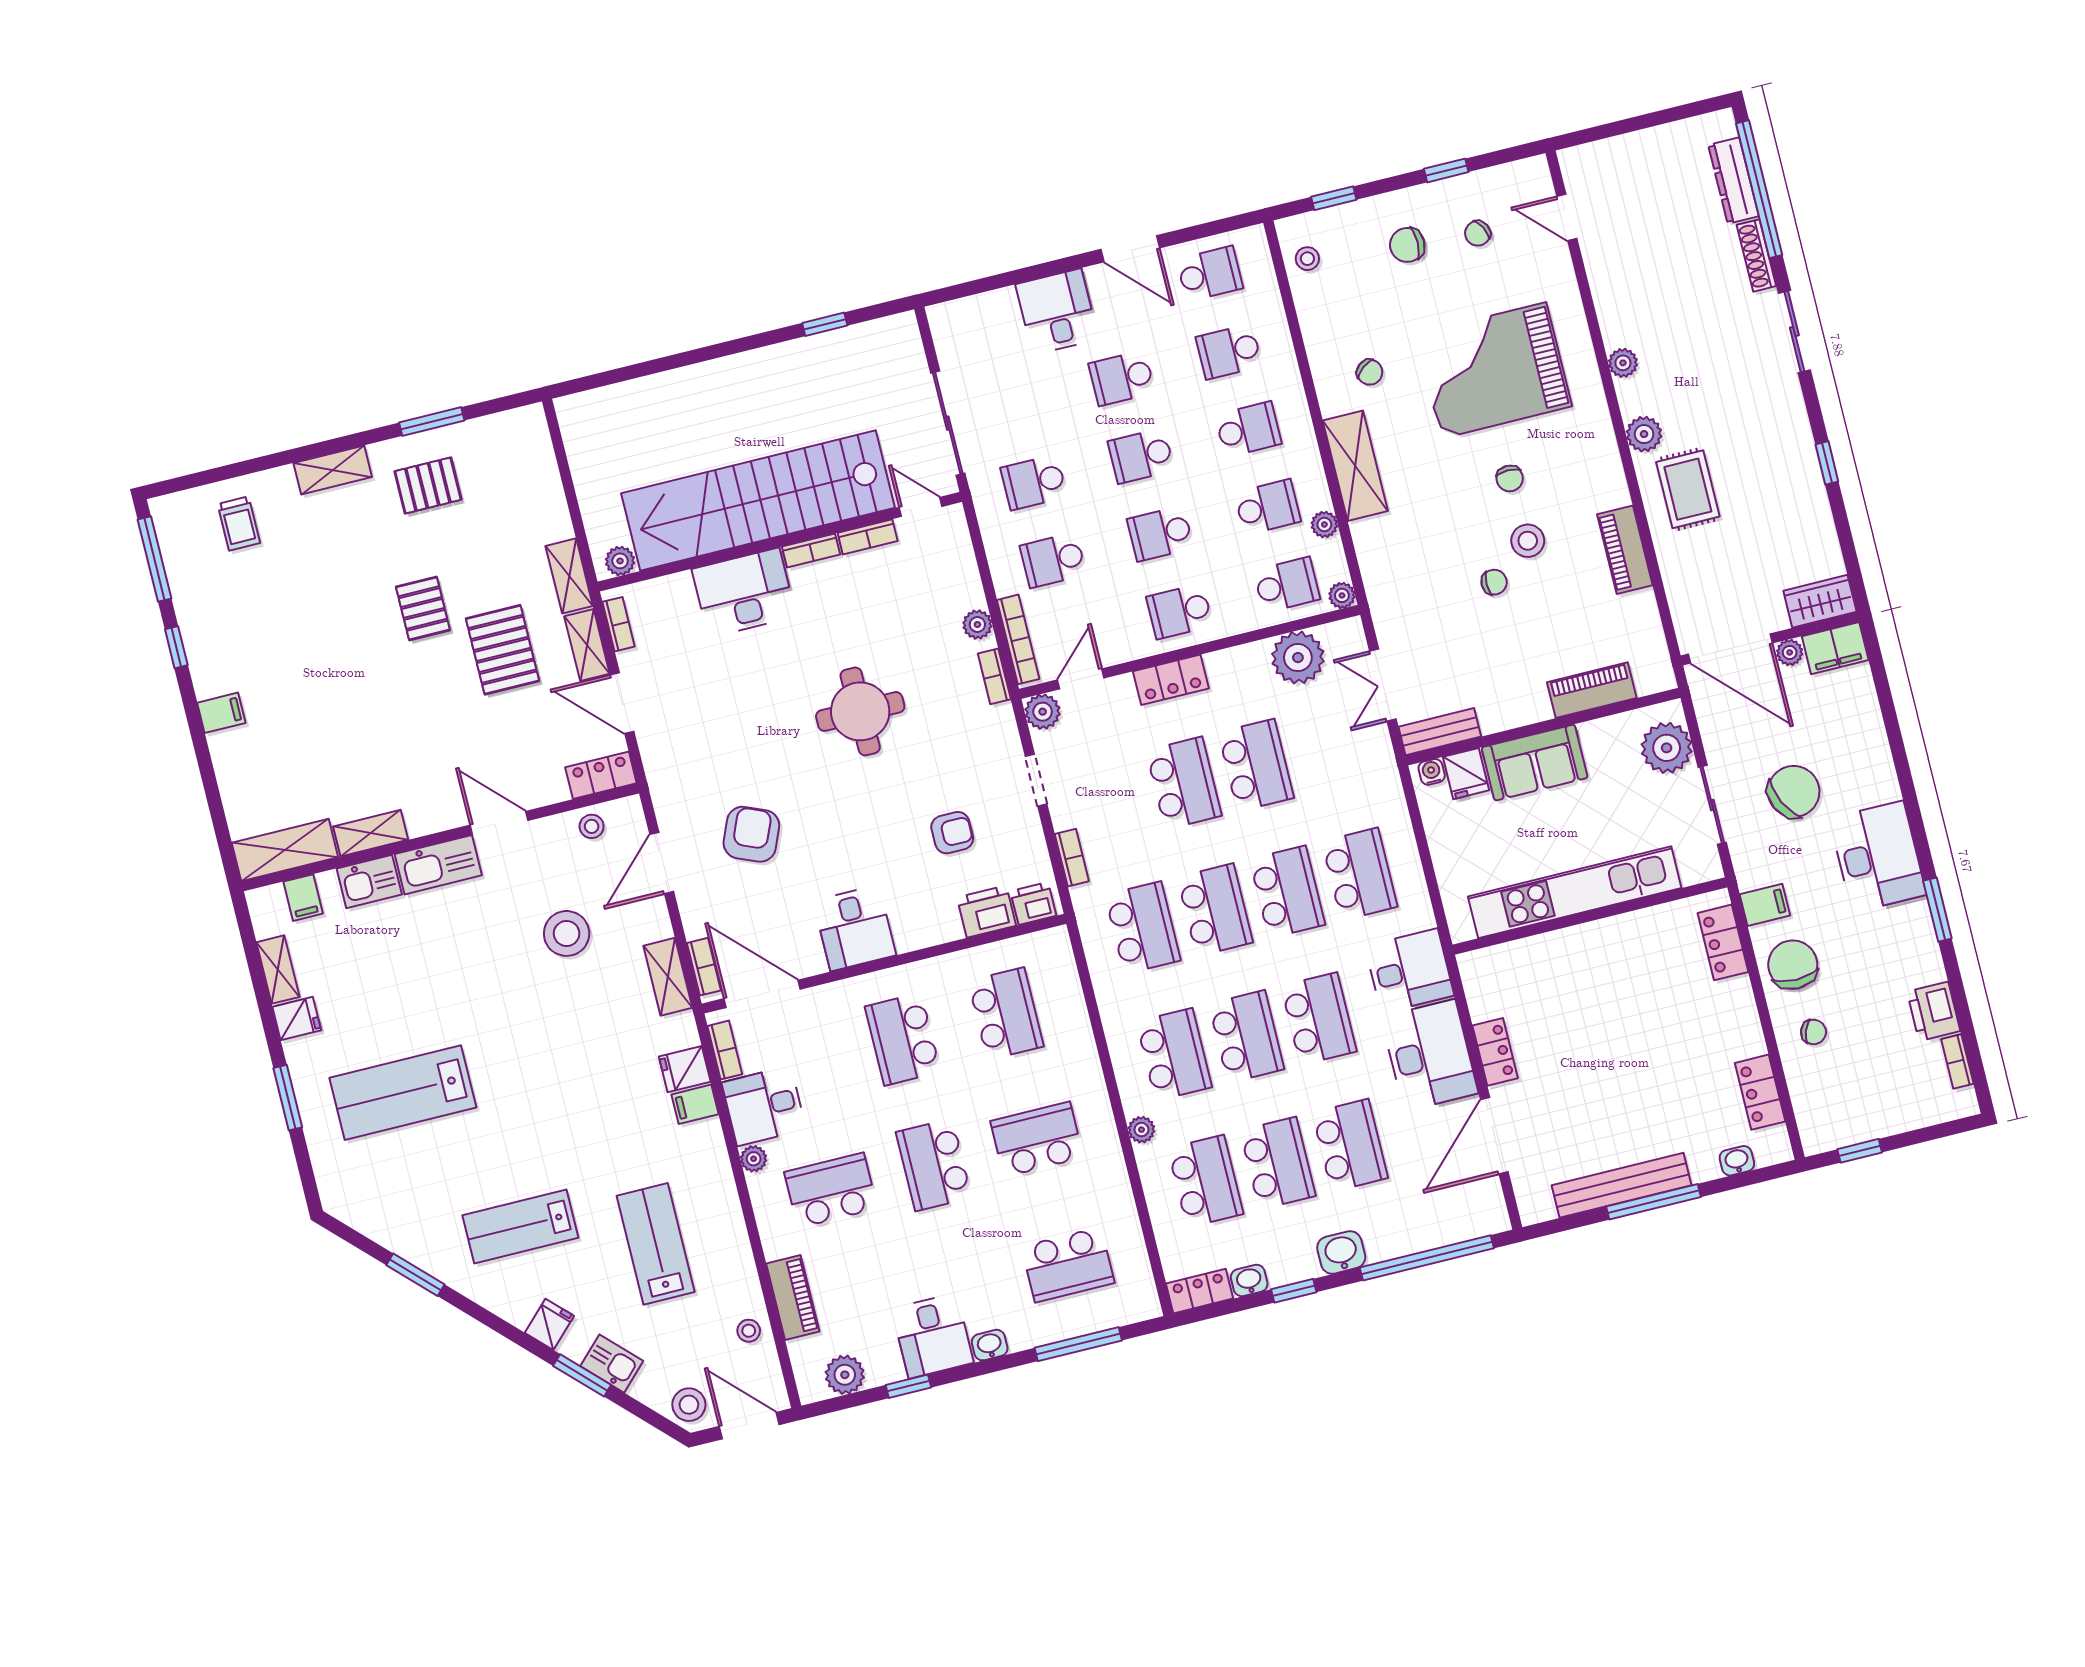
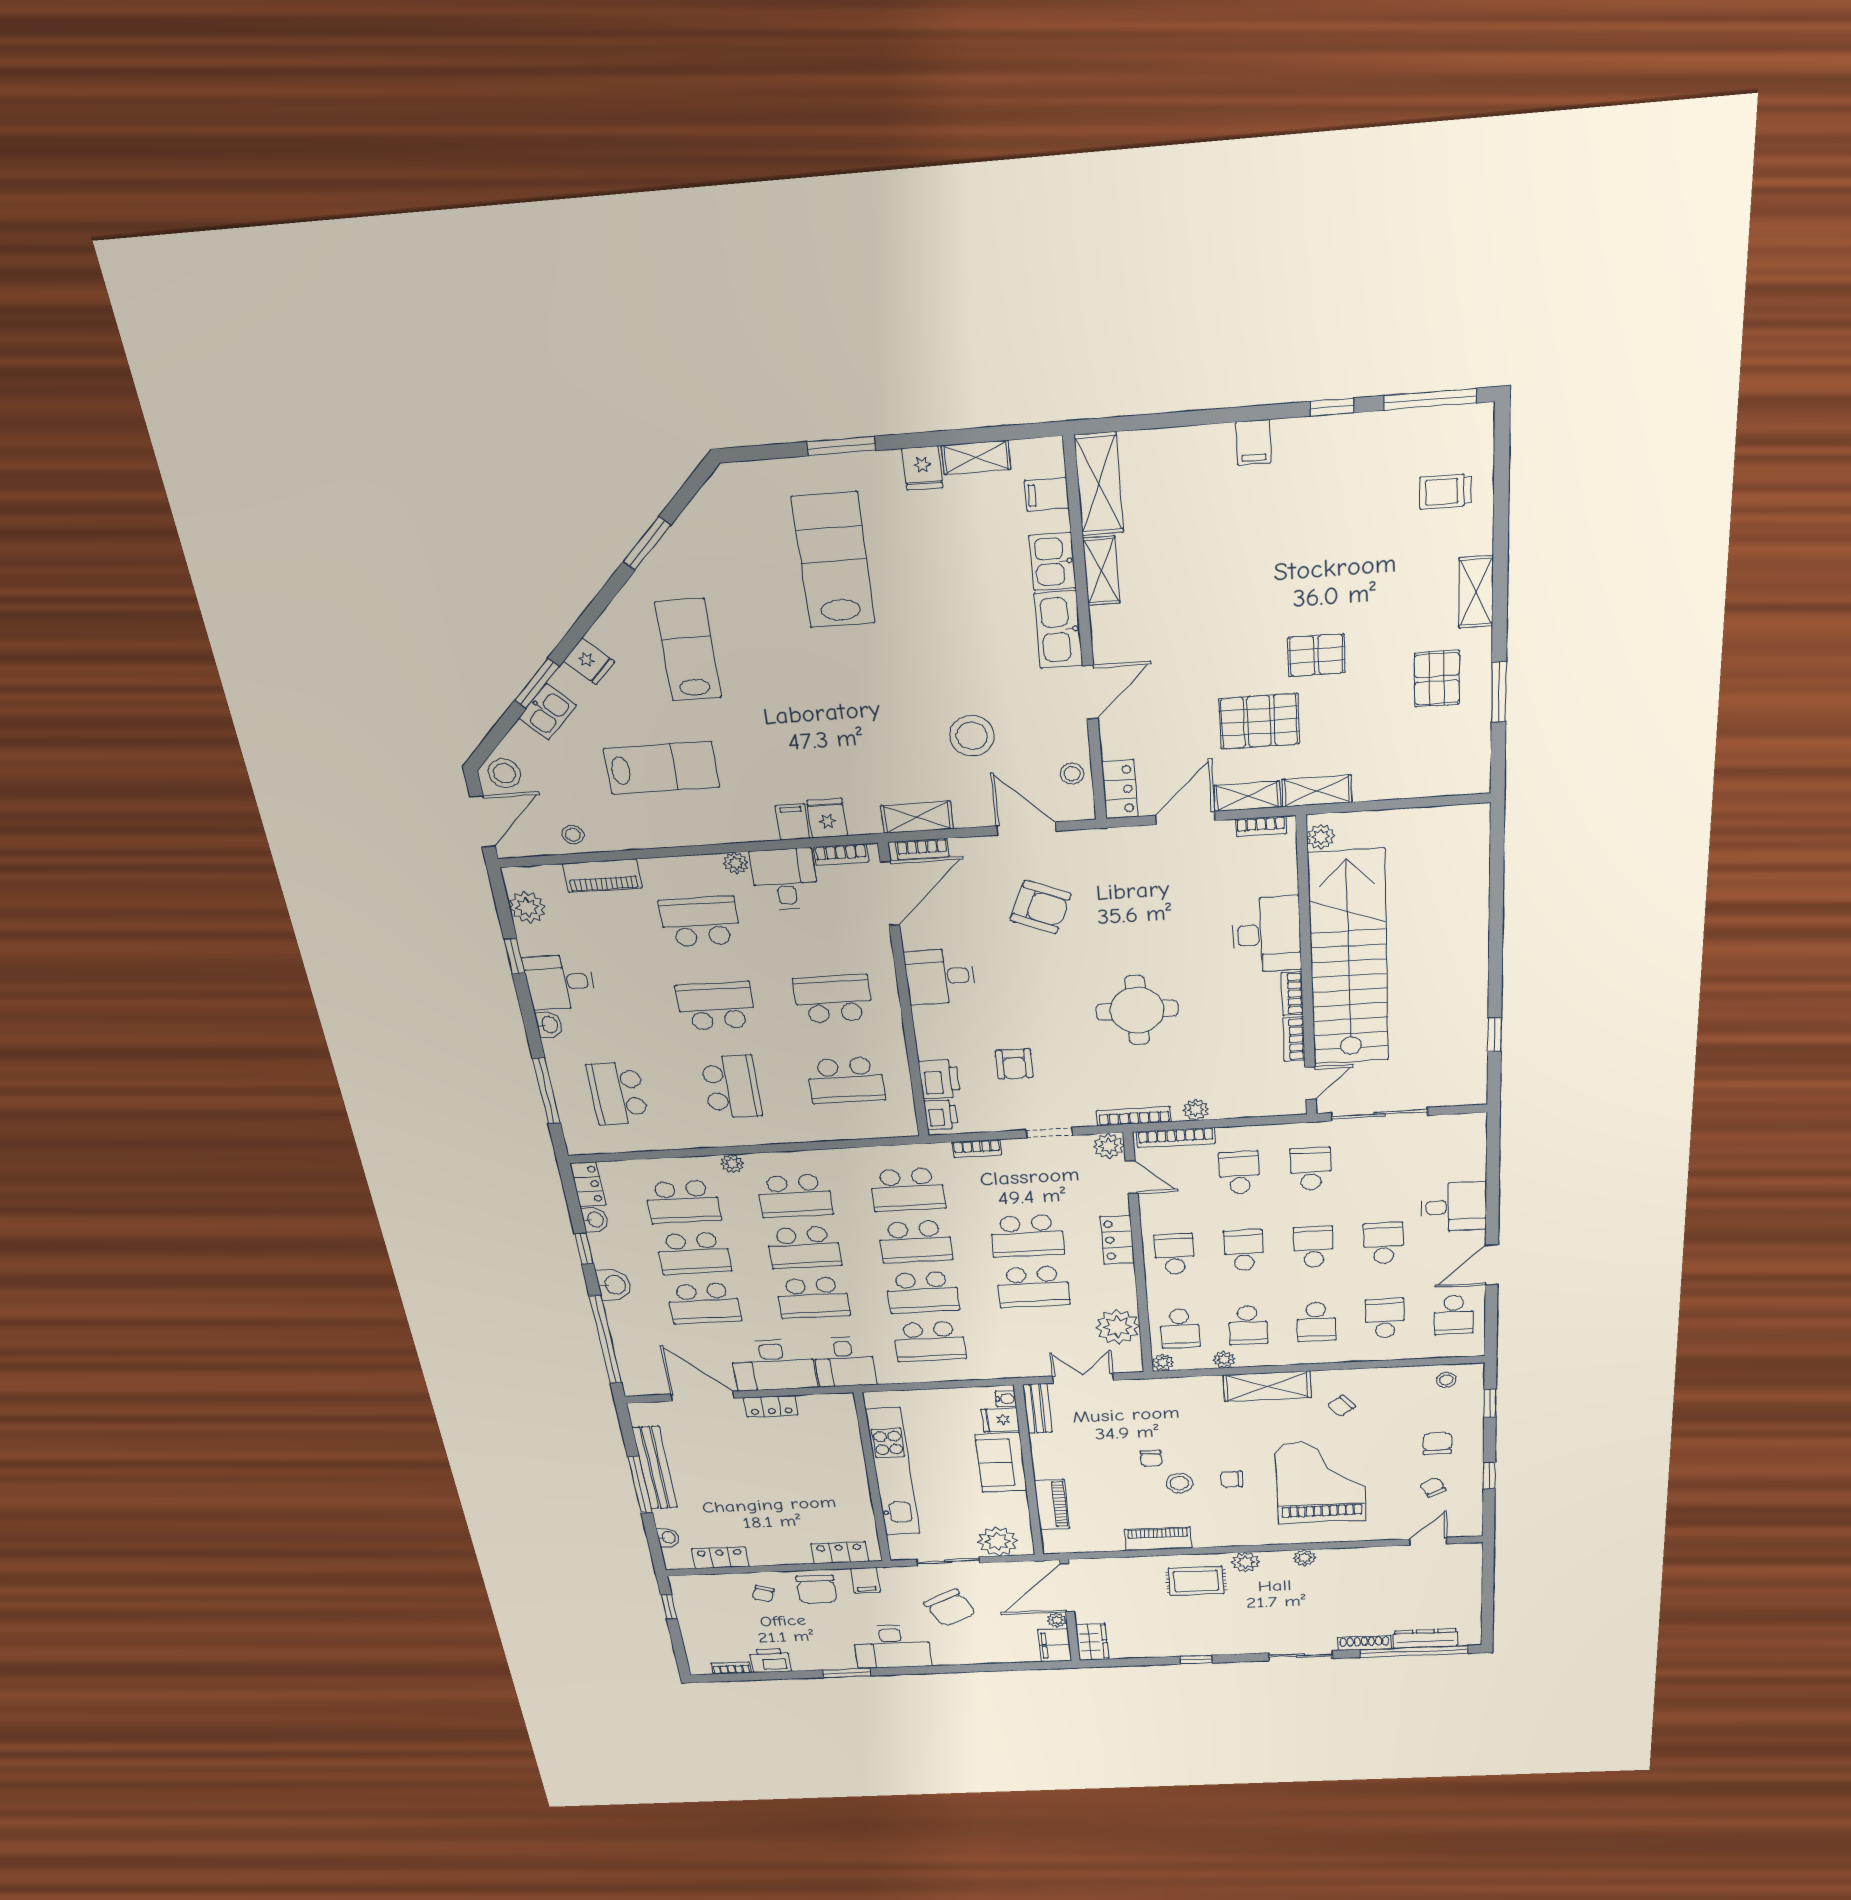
bookcase: (994, 676) -> (1134, 1116), width x1.56
chair: (1793, 965) -> (817, 1589), turned 90
school desk: (831, 1190) -> (700, 922), turned -90

